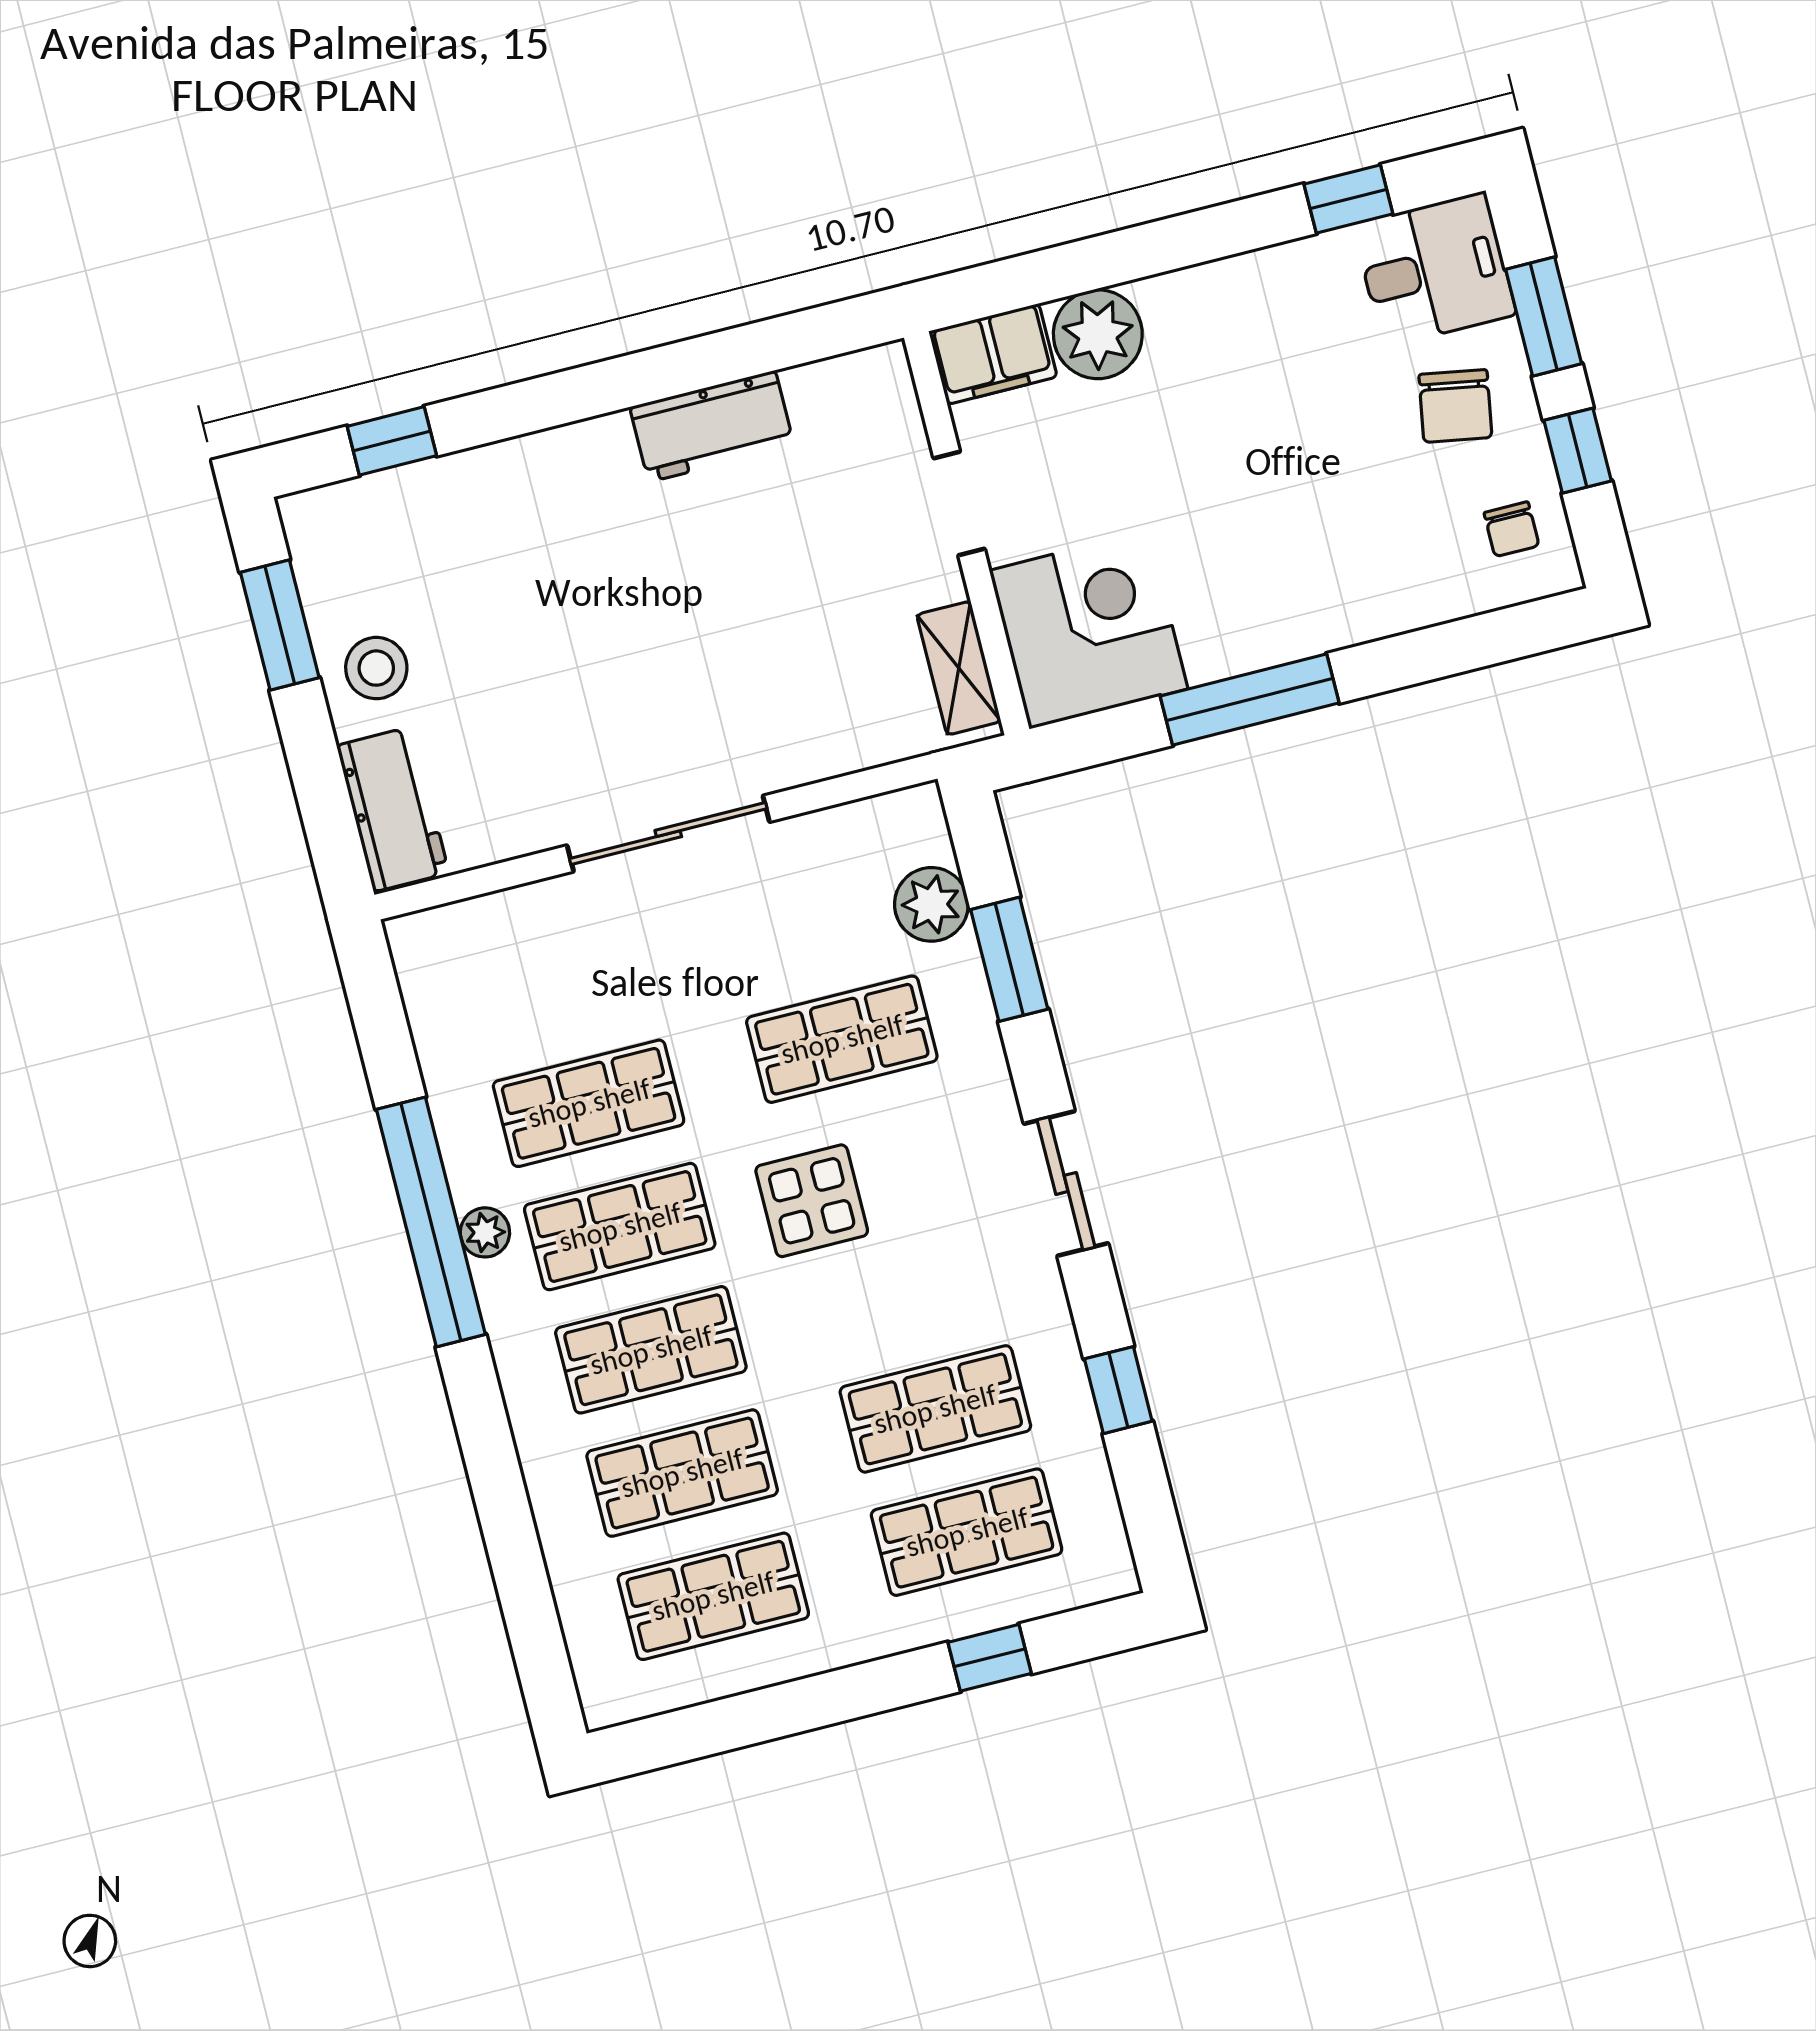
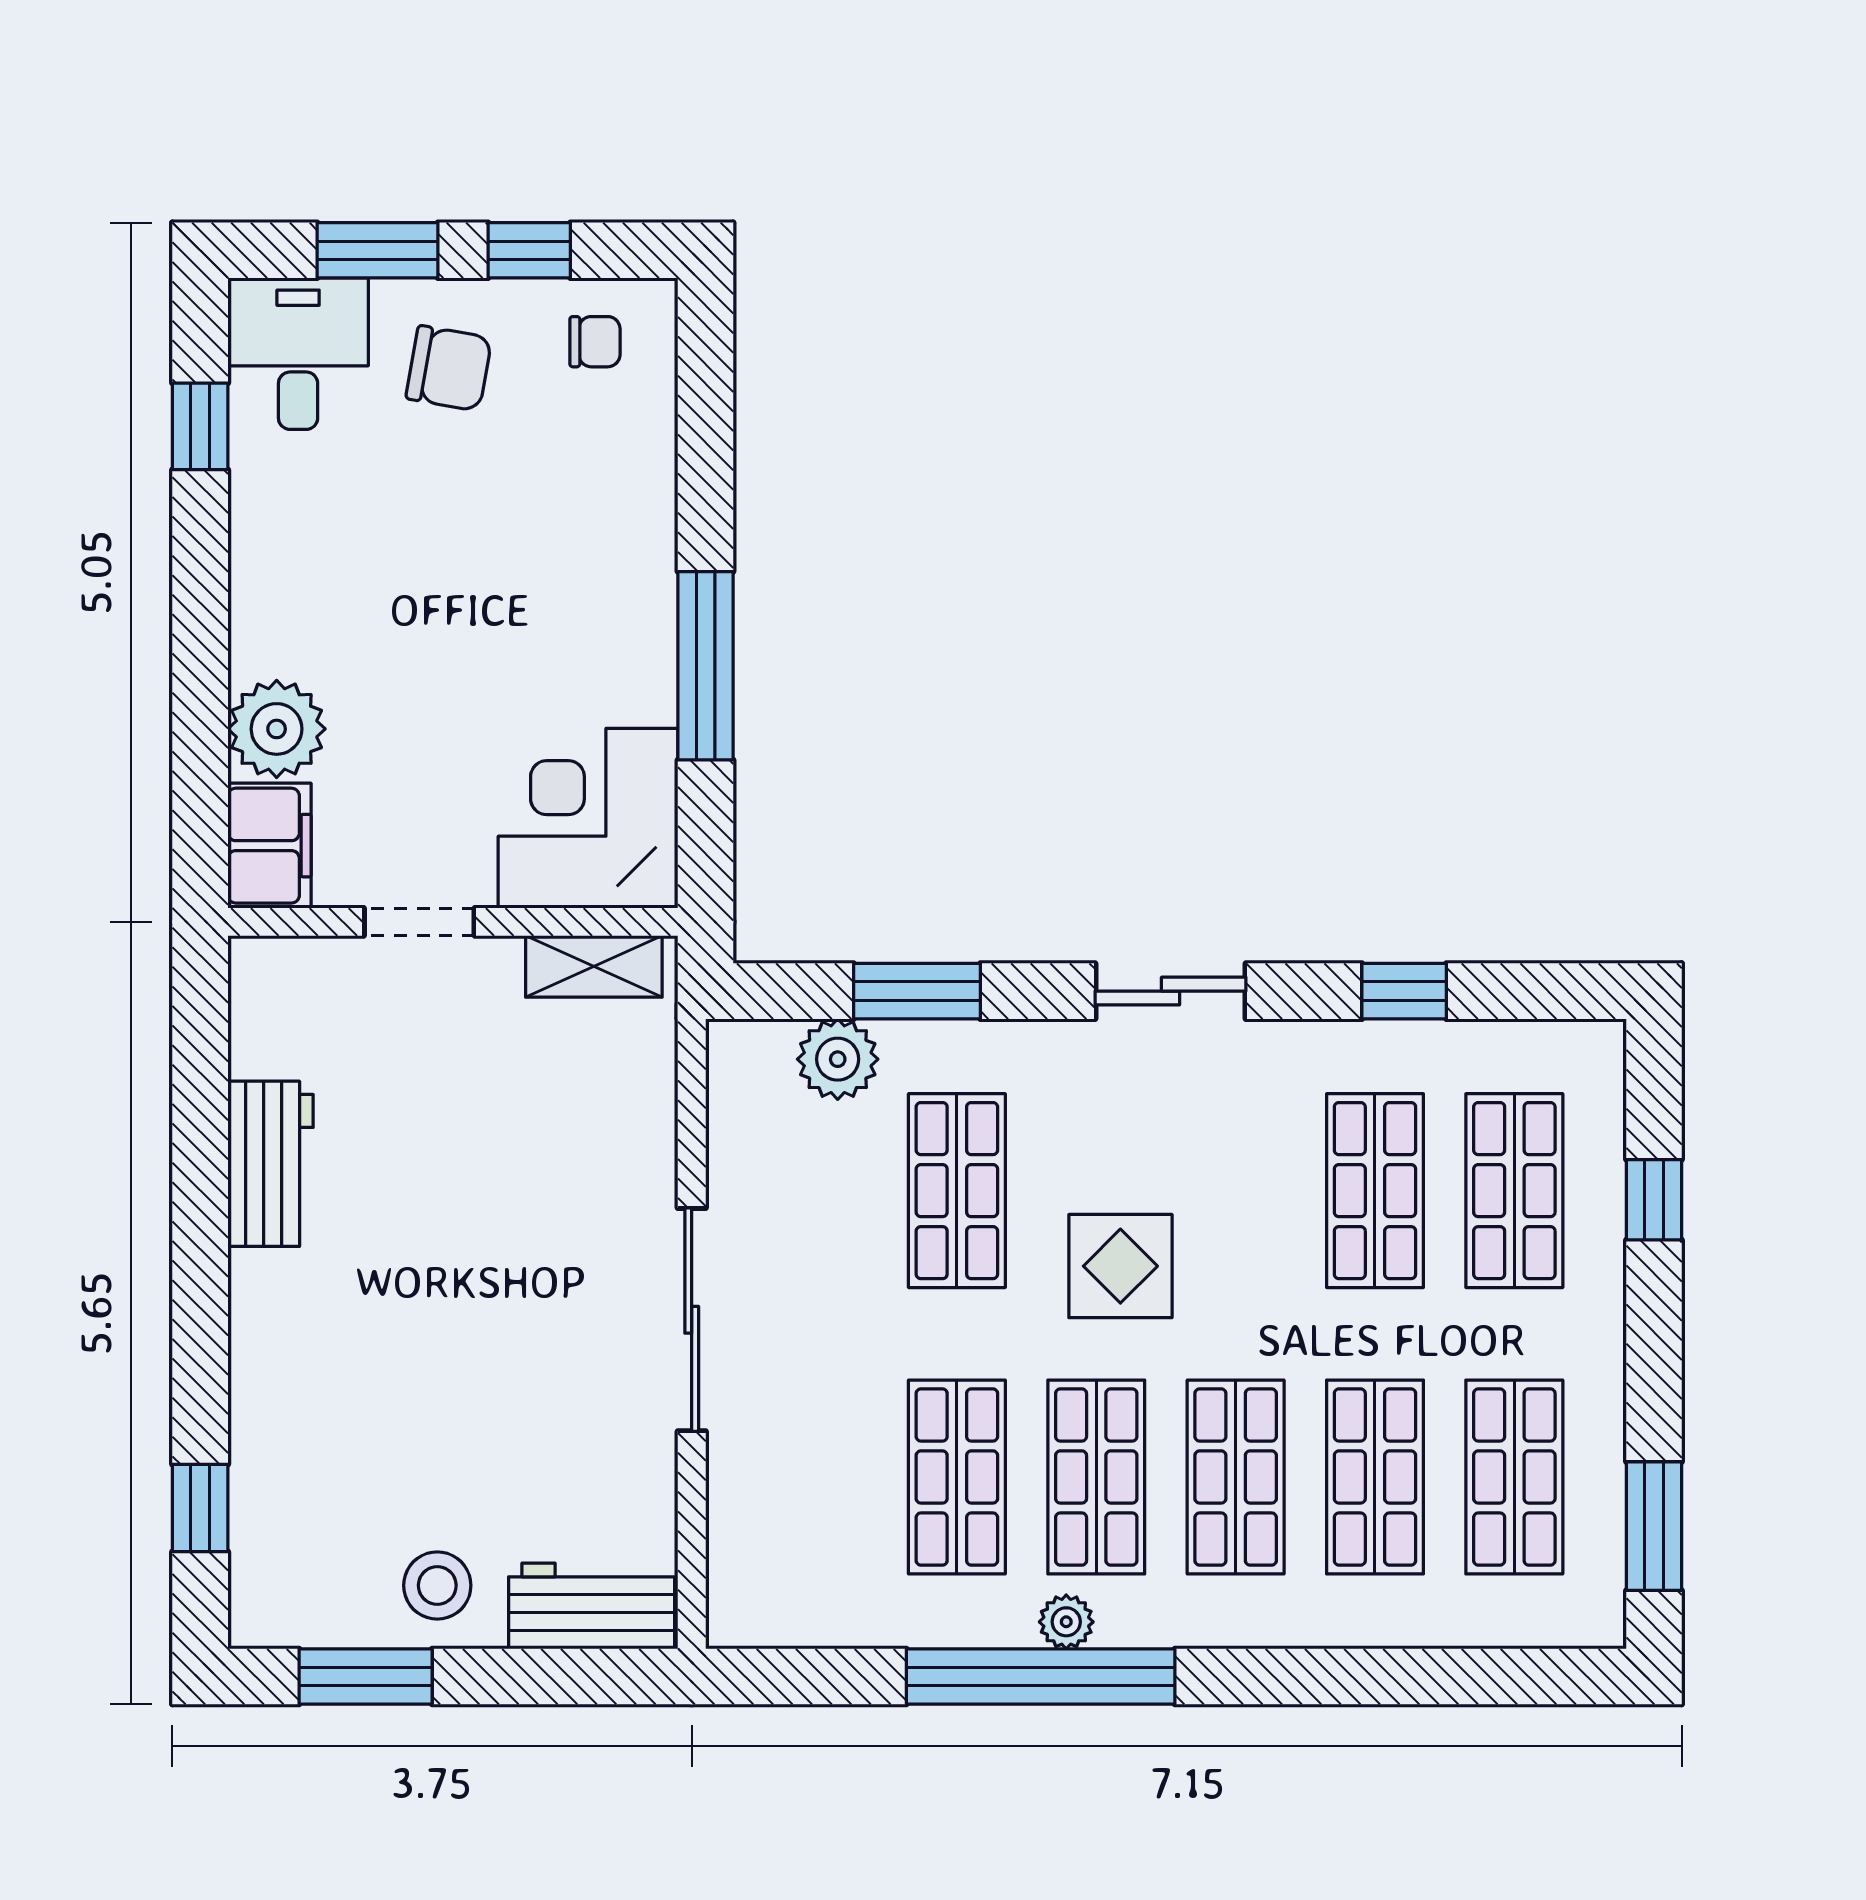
window: (701, 1731) -> (1654, 1526), added

